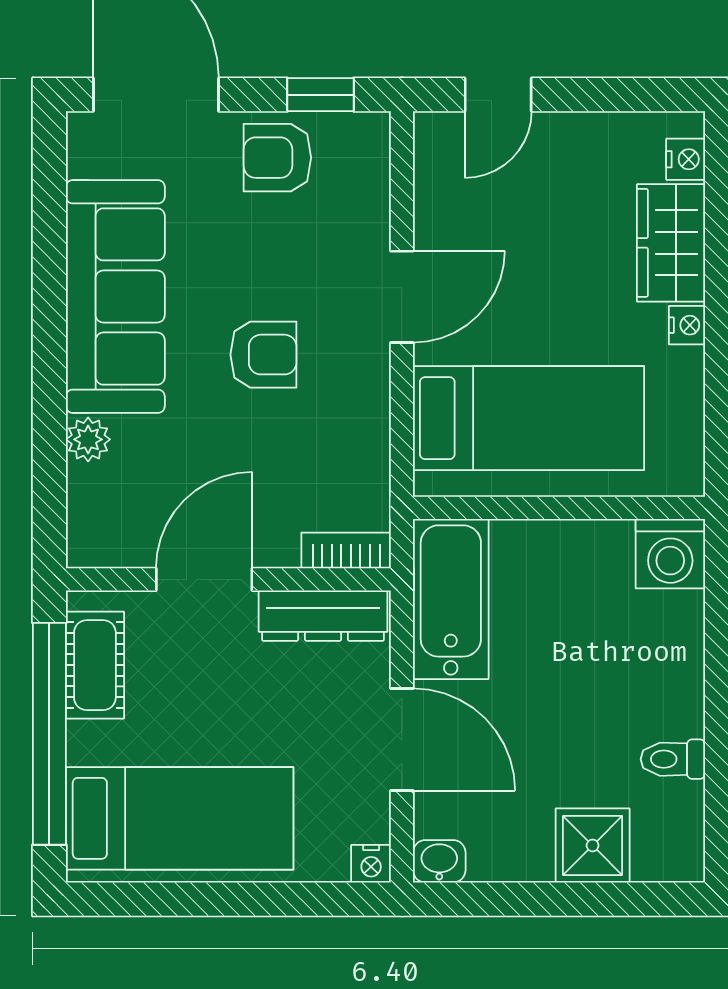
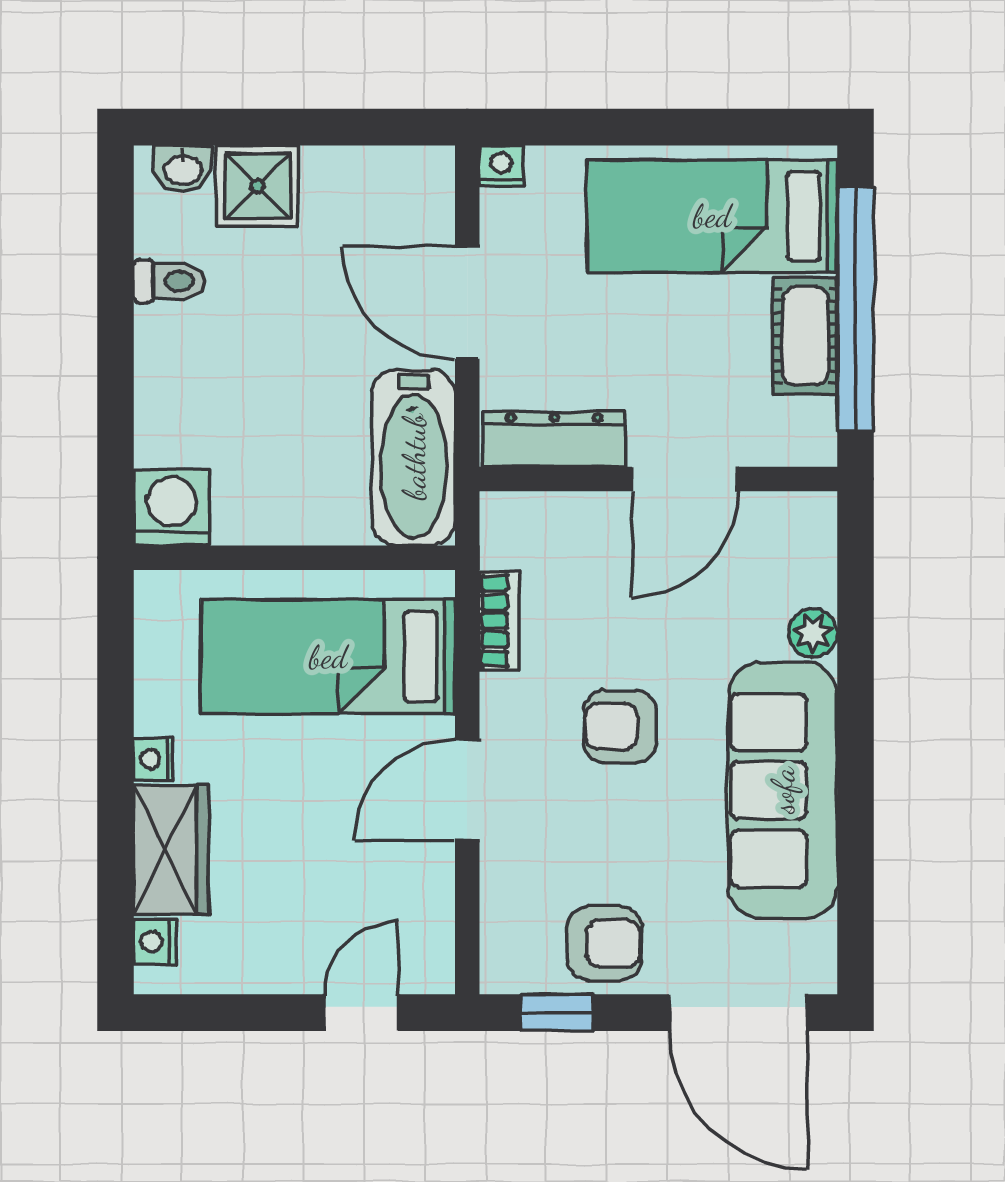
bookcase: (346, 551) -> (499, 621), moved, turned -90
cot: (95, 665) -> (805, 336), moved
washbasin: (439, 861) -> (183, 169), moved

